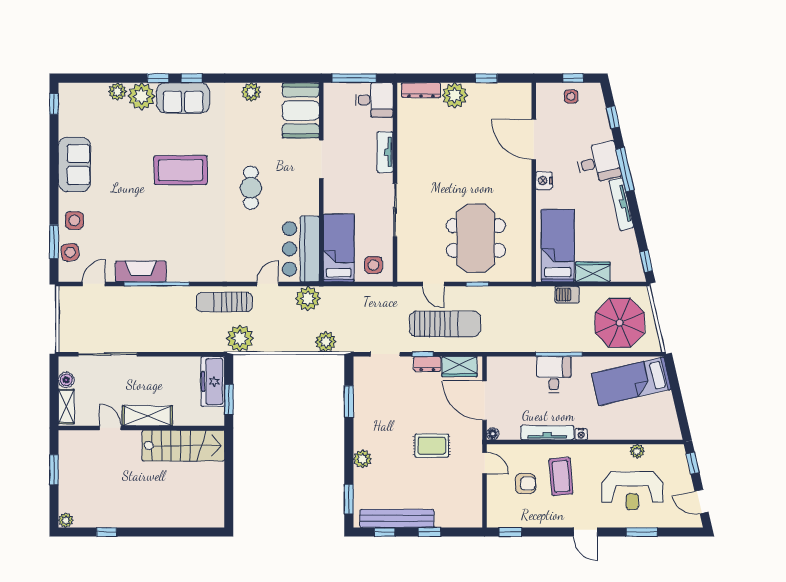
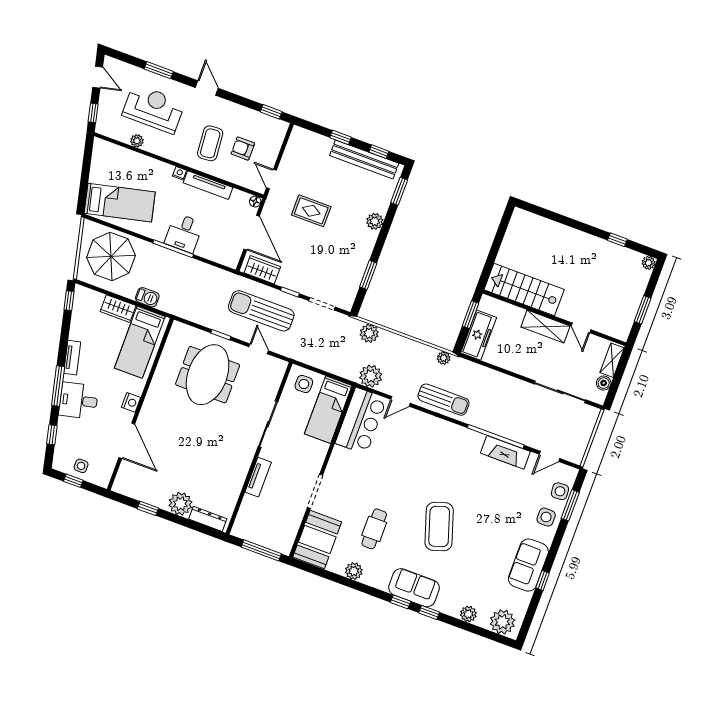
plant: (141, 96) -> (502, 622), moved
desk: (374, 100) -> (251, 525), removed
window: (54, 104) -> (543, 580), moved
coffee table: (181, 170) -> (439, 526), turned 72
cafe table: (251, 188) -> (374, 529), moved
tv unit: (621, 204) -> (72, 358), width x0.71
plant: (240, 338) -> (444, 358), width x0.53, depth x0.53
dresser: (427, 364) -> (289, 282), removed

